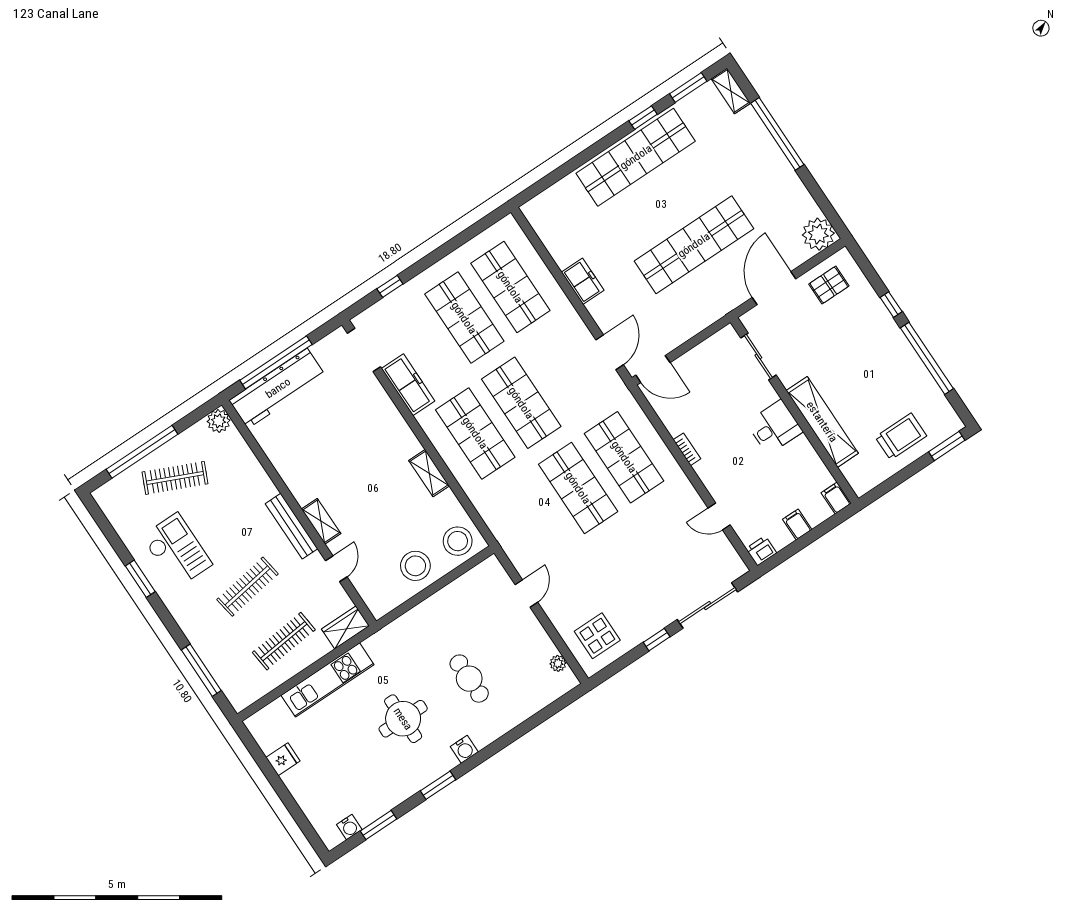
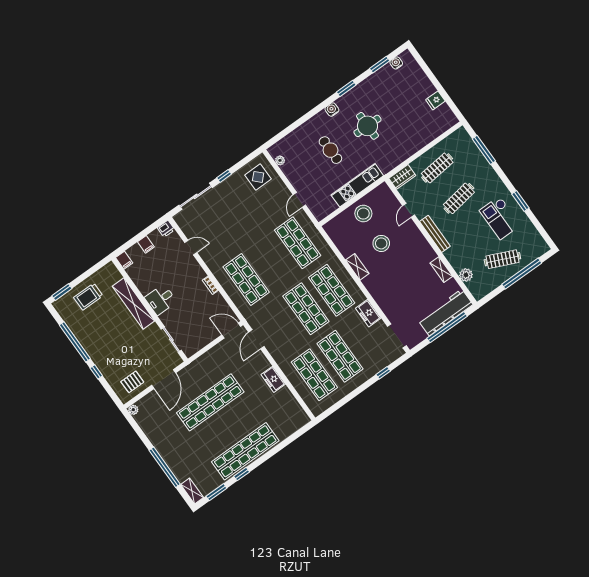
plant: (818, 234) -> (133, 410), width x0.53, depth x0.53
freezer: (408, 385) -> (368, 313), width x0.71
plant: (219, 421) -> (466, 275), moved
shop shelf: (578, 488) -> (298, 243), moved
shelving: (321, 521) -> (441, 270), moved
stool: (458, 541) -> (381, 243), moved
kitchen unit: (328, 680) -> (357, 185), moved

